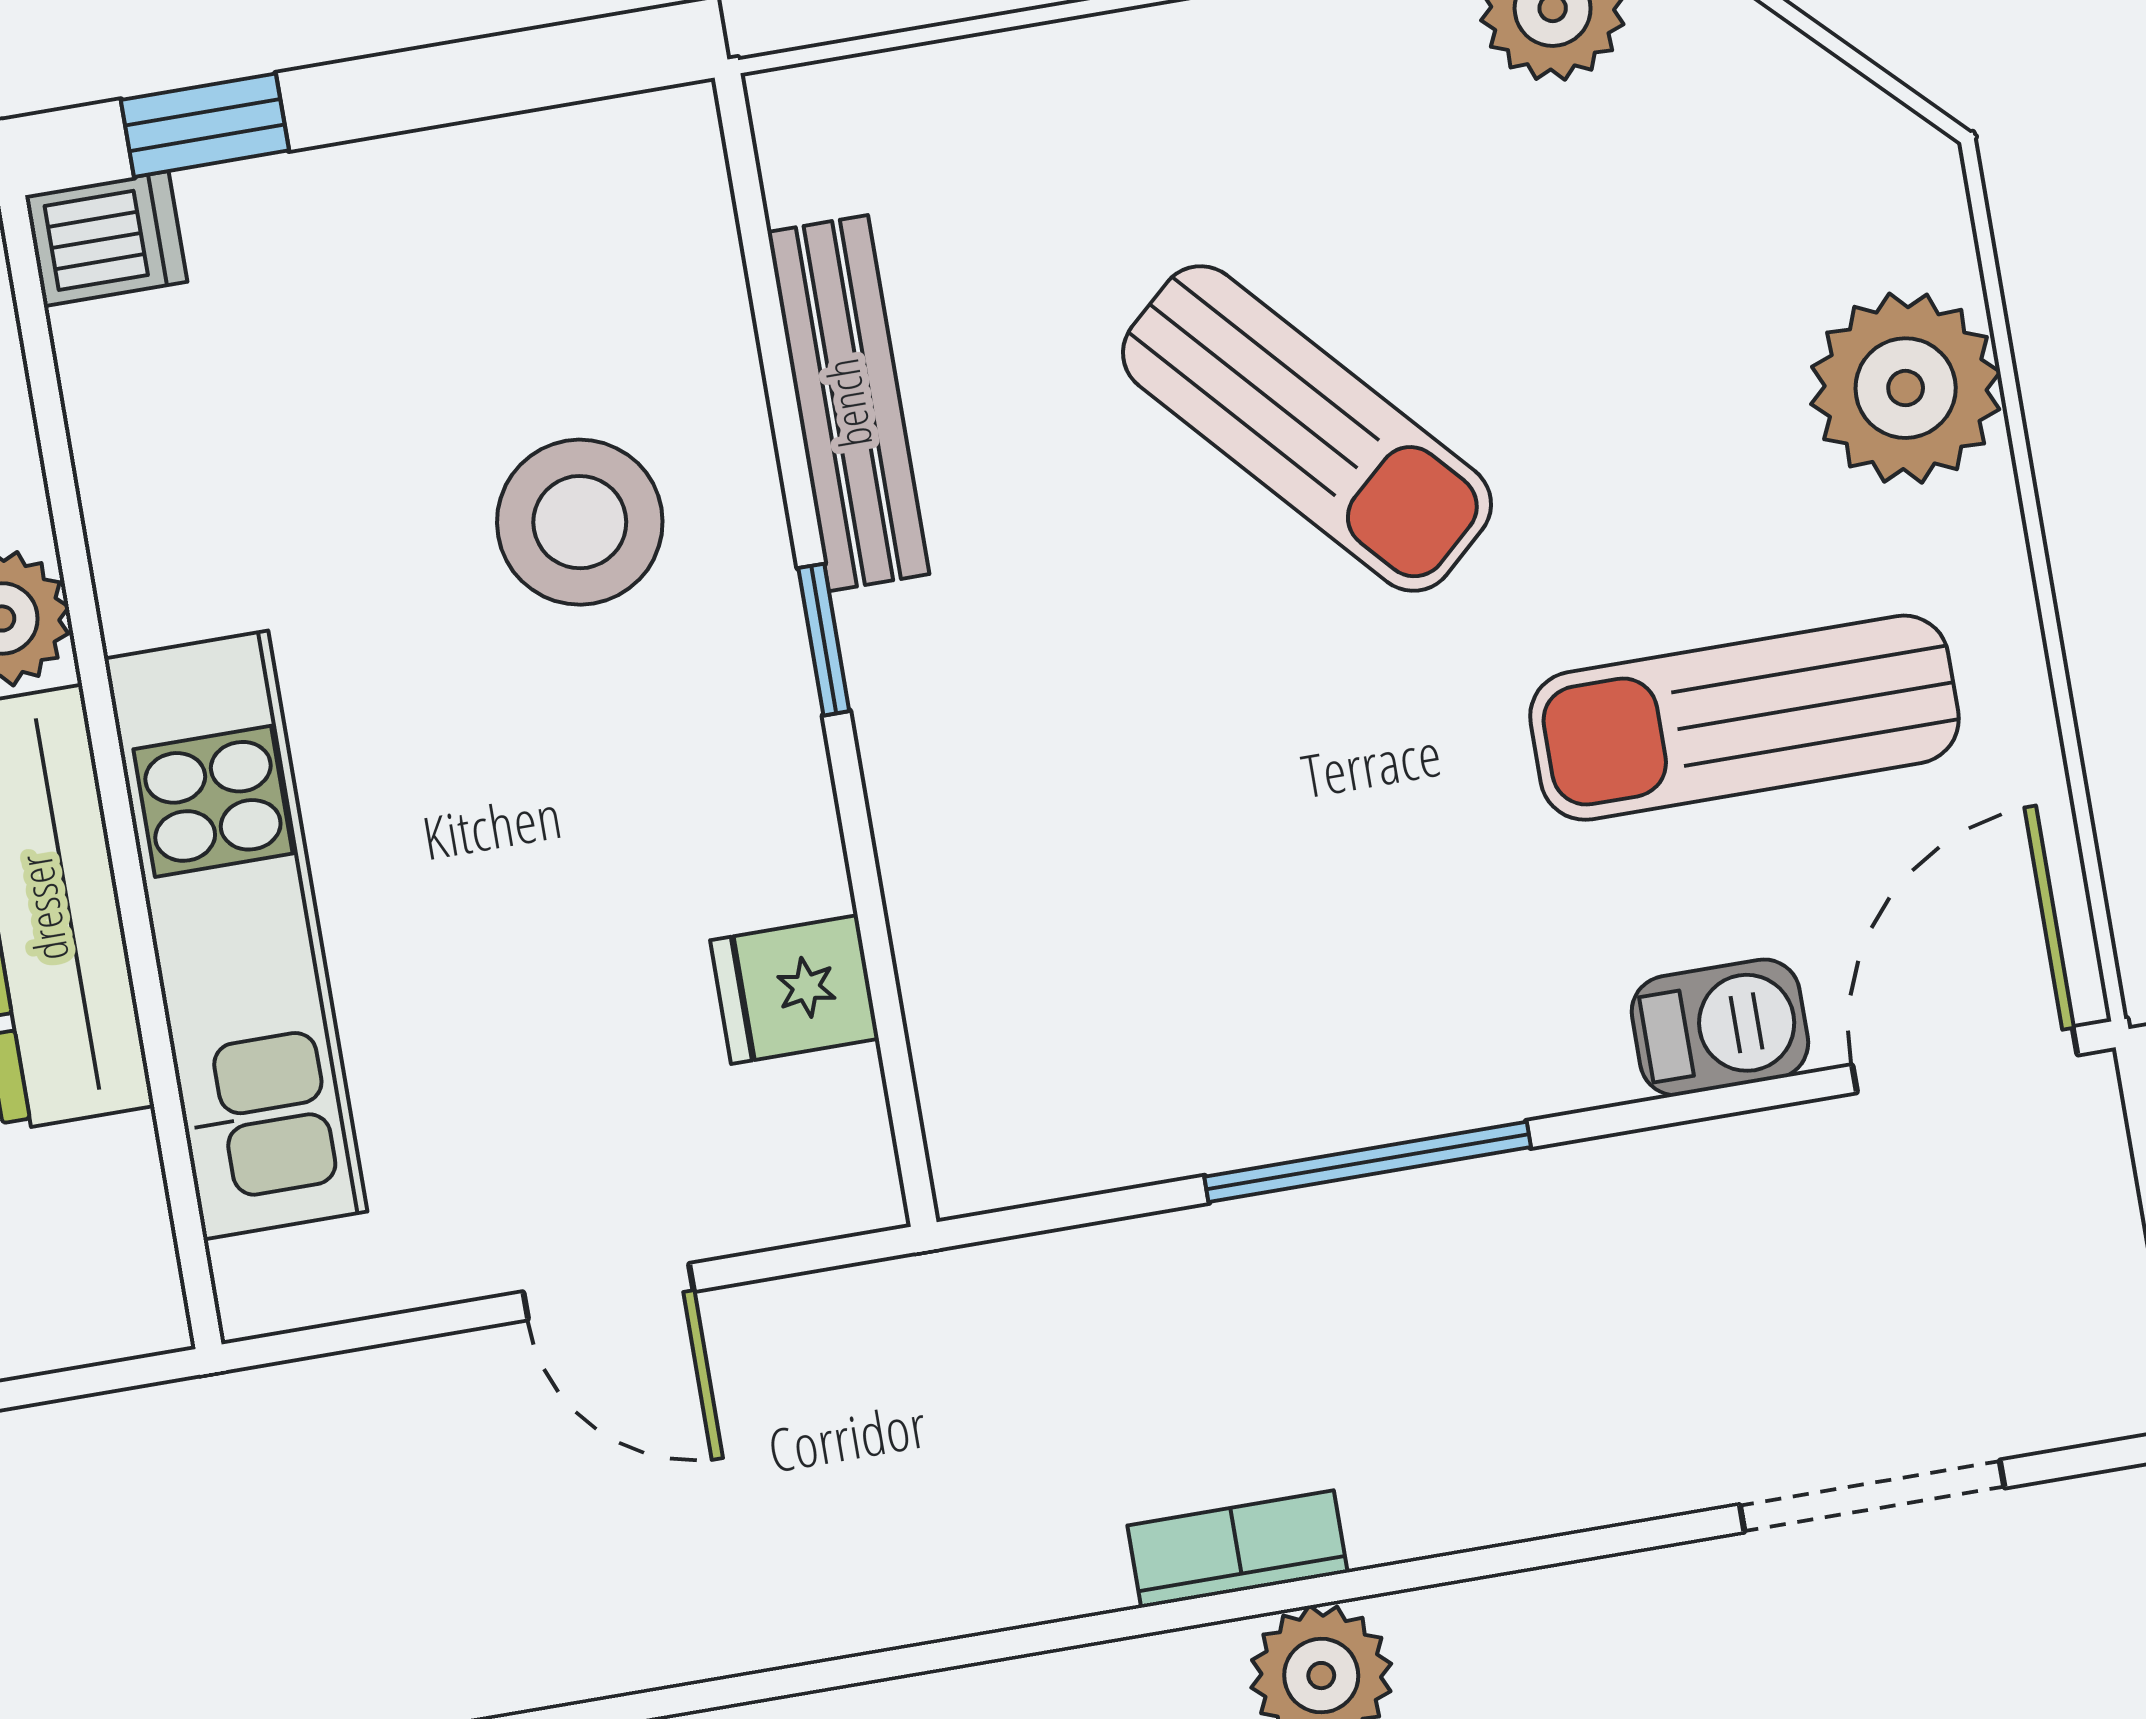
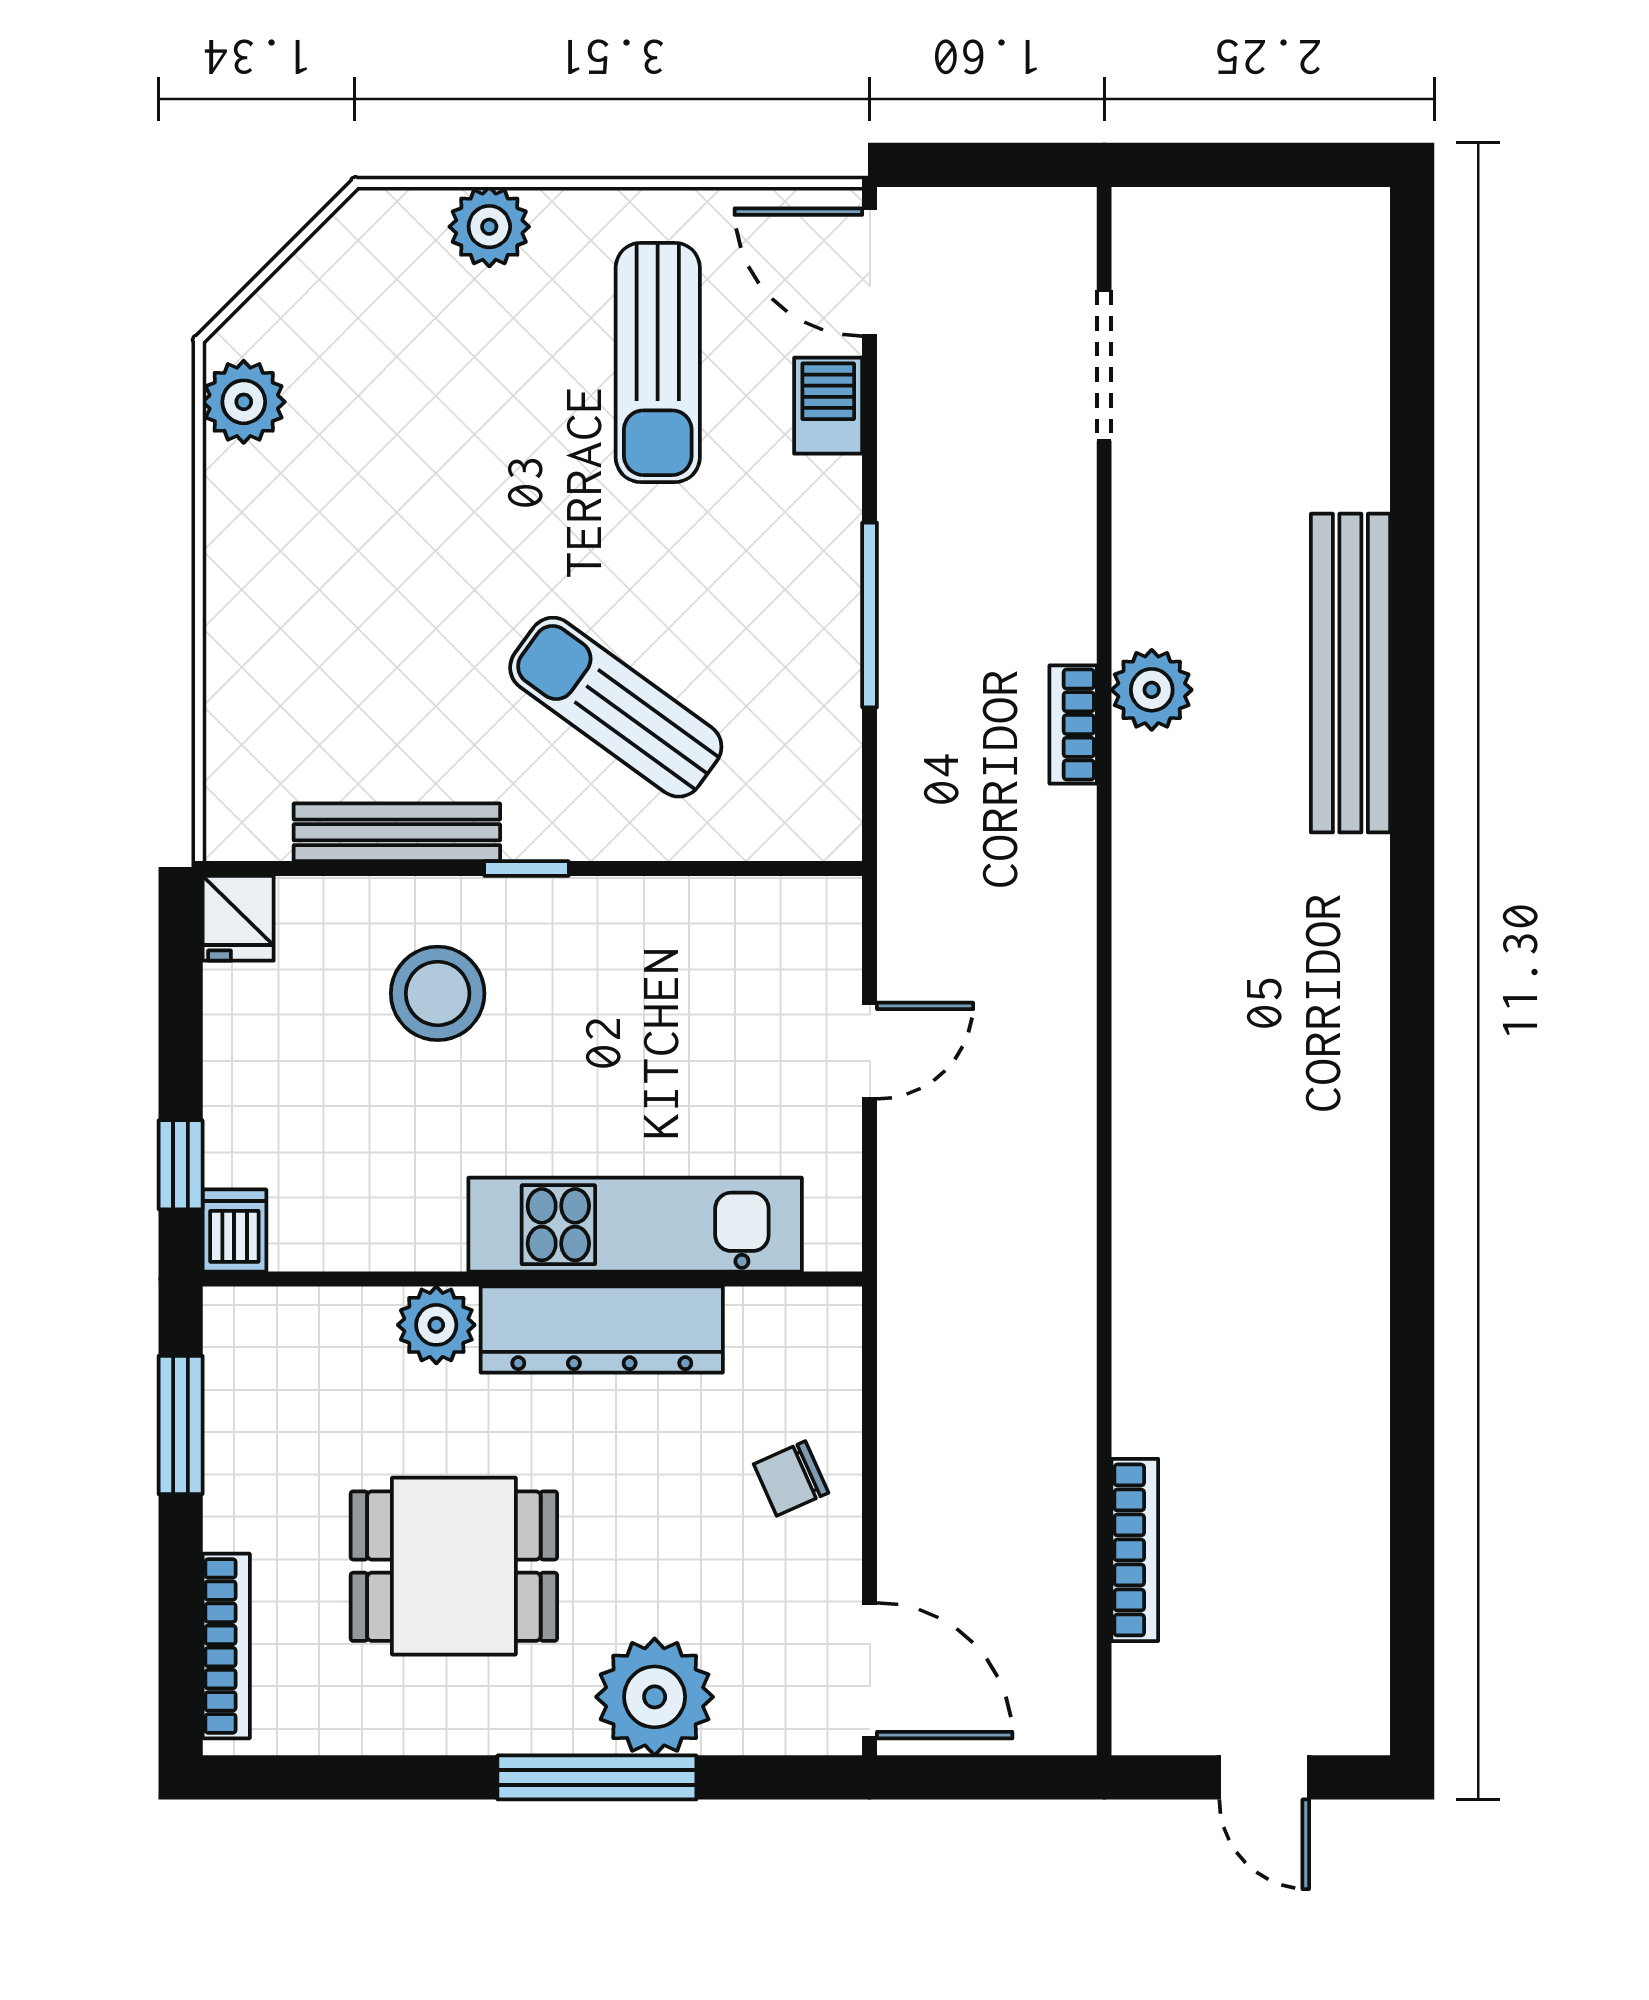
plant: (1906, 388) -> (489, 227), width x0.73, depth x0.73
sun lounger: (1307, 428) -> (616, 707), moved, turned -102
fridge: (795, 989) -> (238, 918), moved

